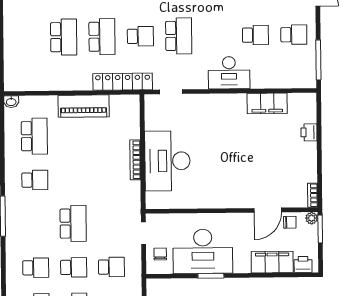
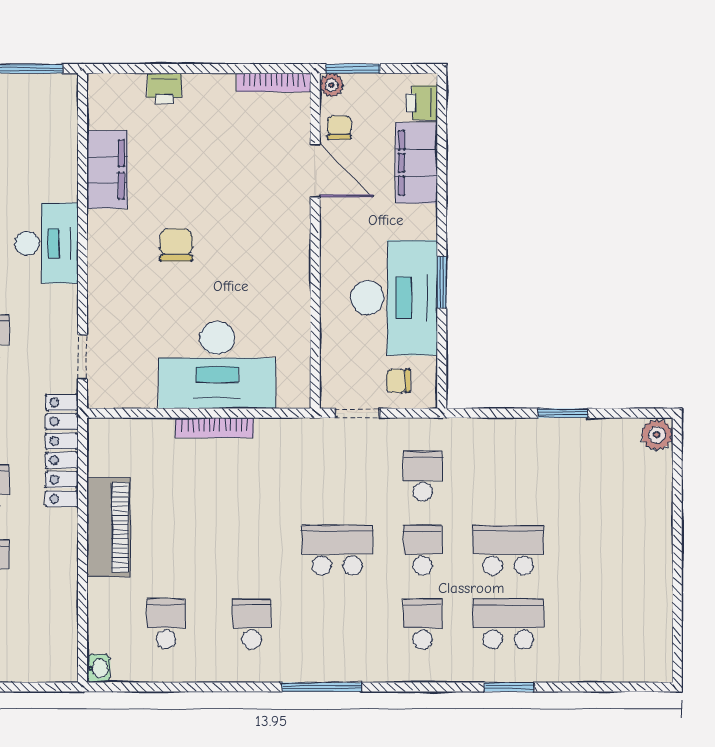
school desk: (34, 136) -> (166, 624), width x0.54
chair: (229, 139) -> (176, 245), added
bookcase: (313, 195) -> (274, 83), width x1.56

